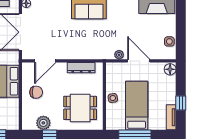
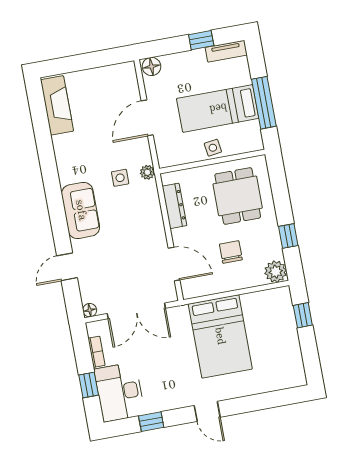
side table: (169, 41) -> (120, 178), moved
plant: (119, 55) -> (147, 172), moved
chair: (36, 92) -> (231, 252), moved
plant: (43, 123) -> (276, 272), moved

